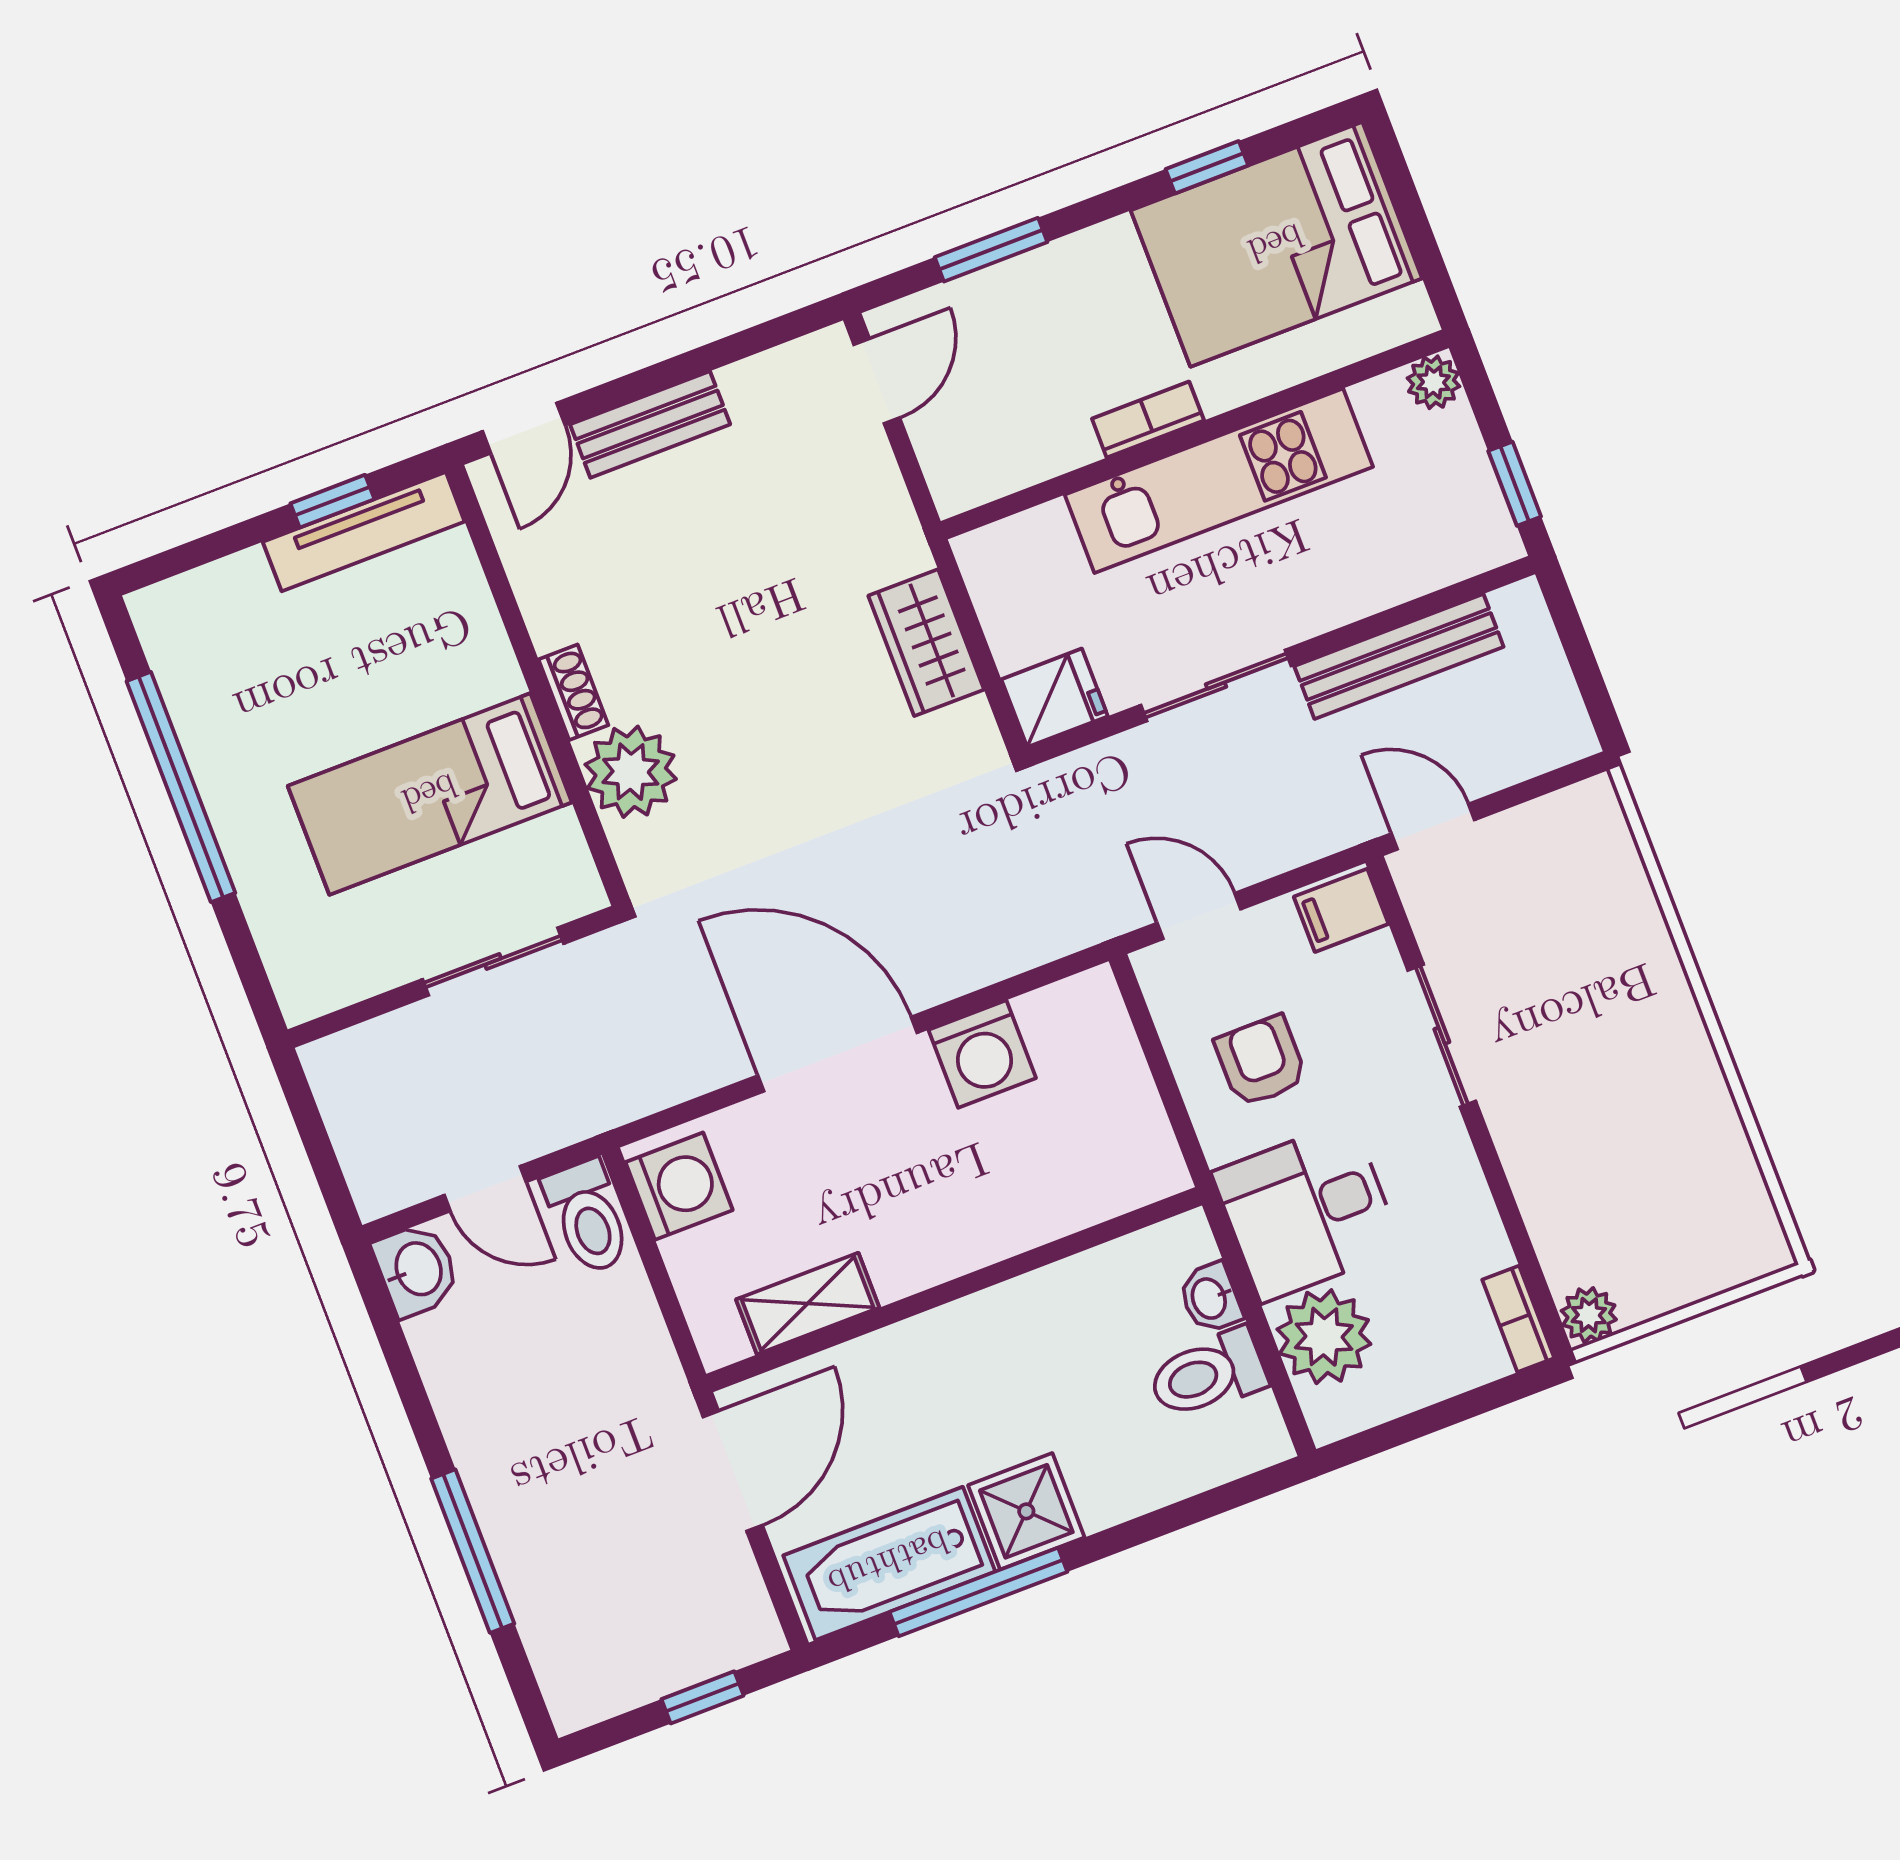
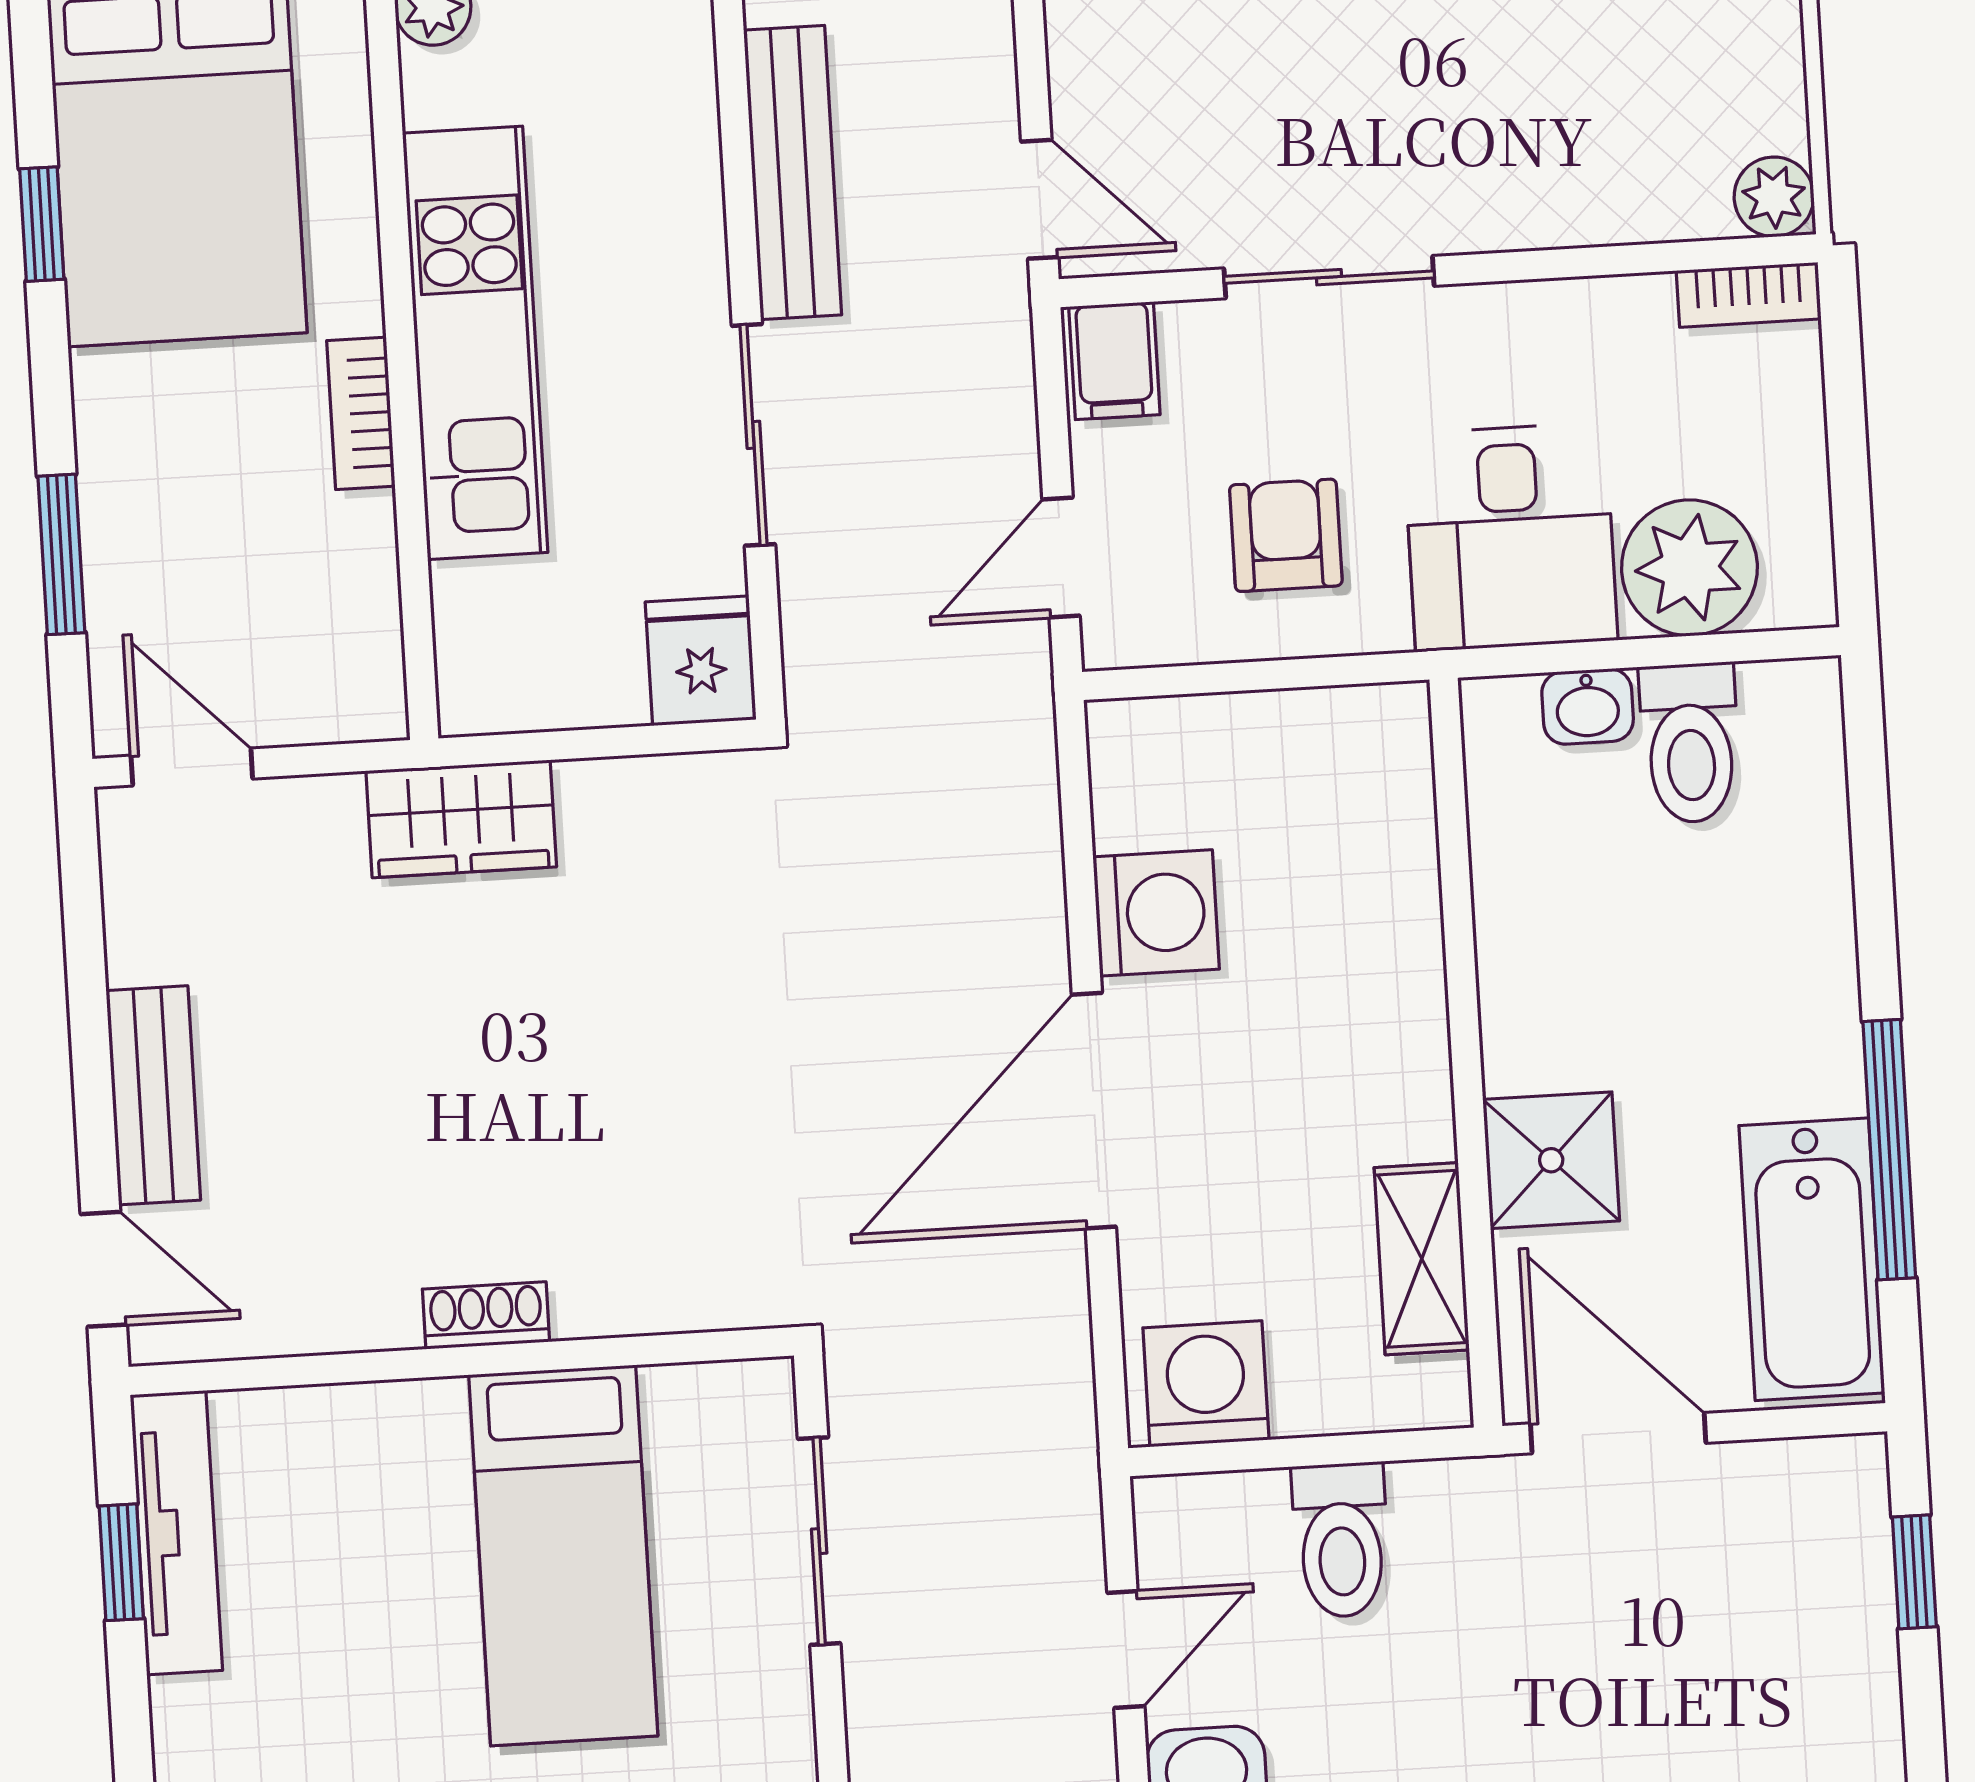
wardrobe: (926, 643) -> (461, 819), moved
plant: (631, 772) -> (619, 1271), removed
door: (1433, 827) -> (1040, 199), swing flipped
armchair: (1261, 1061) -> (1286, 535), turned 90
toilet: (588, 1217) -> (1341, 1540), moved, turned 90
shower: (1026, 1511) -> (1551, 1160), moved

